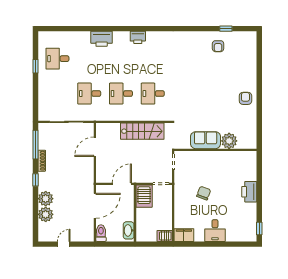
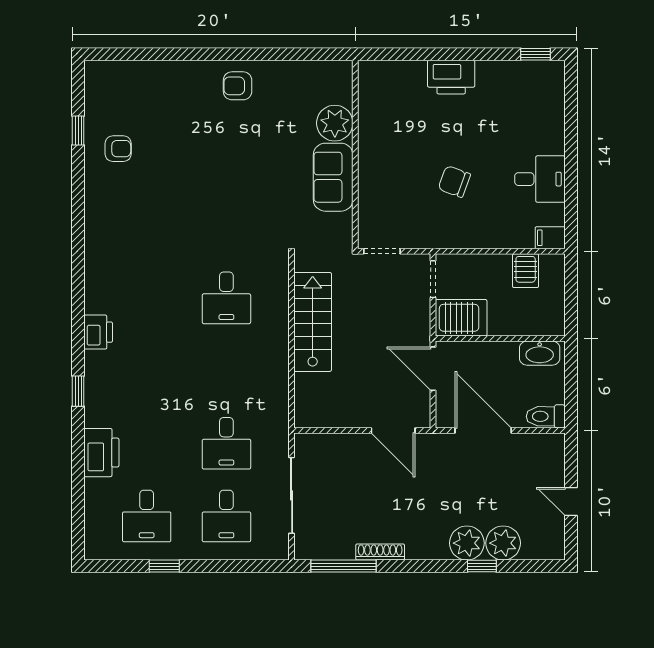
window: (112, 29) -> (78, 391), added
printer: (102, 39) -> (101, 453), moved
desk: (121, 94) -> (226, 516), moved
door: (95, 147) -> (393, 430), moved
window: (36, 180) -> (482, 566), moved
desk: (215, 231) -> (540, 179), moved
filing cabinet: (184, 235) -> (550, 238), width x0.50
server rack: (165, 236) -> (526, 271), moved

